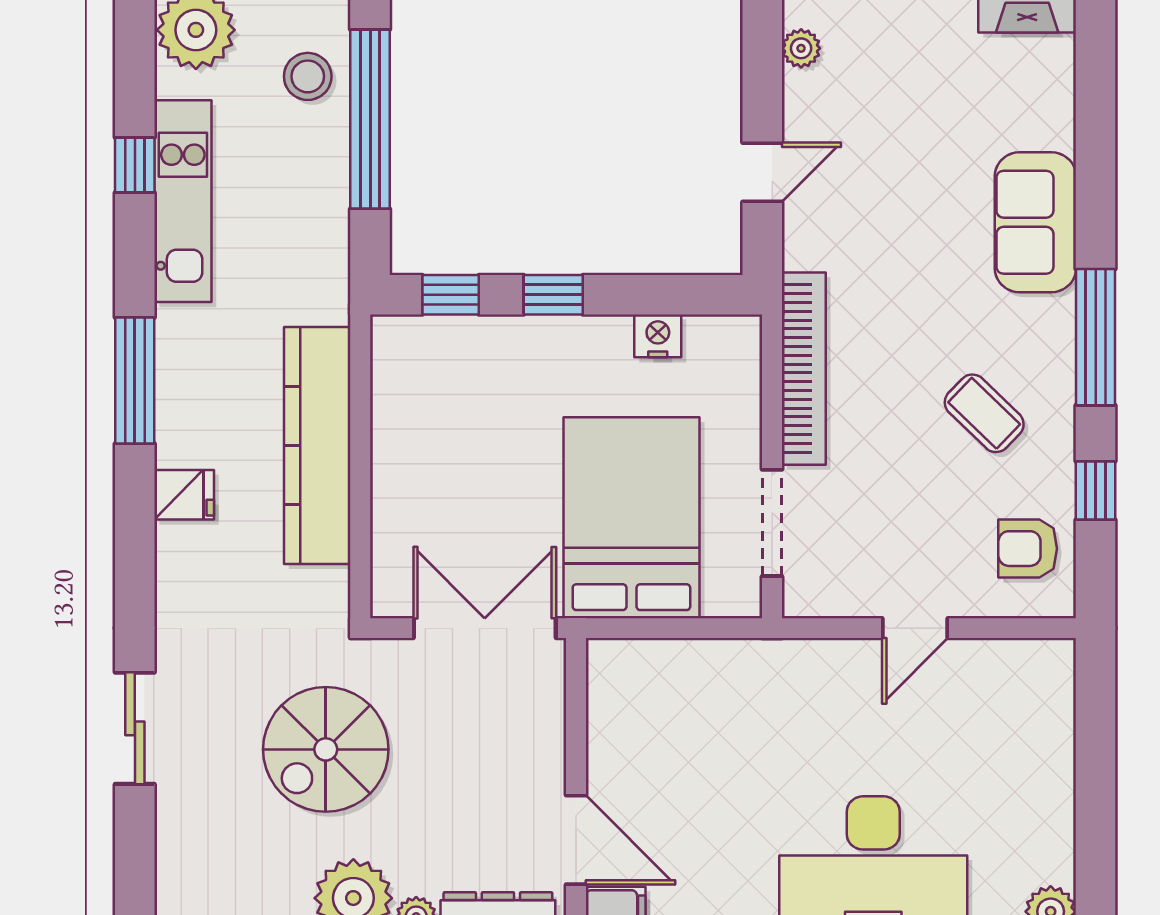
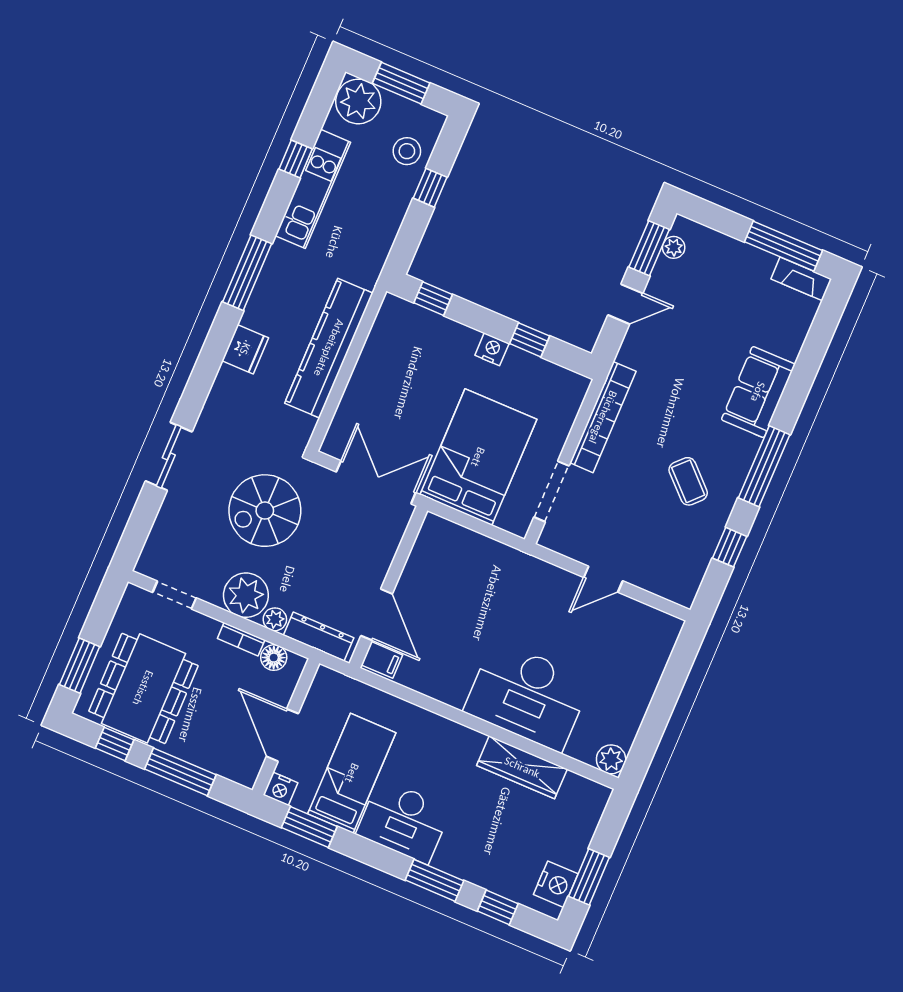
window: (762, 66) -> (649, 248), added
window: (370, 119) -> (430, 188), width x0.32
window: (553, 295) -> (530, 340), moved
nightstand: (658, 336) -> (492, 349), moved
fridge: (184, 495) -> (245, 349), width x1.38
armchair: (1028, 549) -> (681, 563), removed

